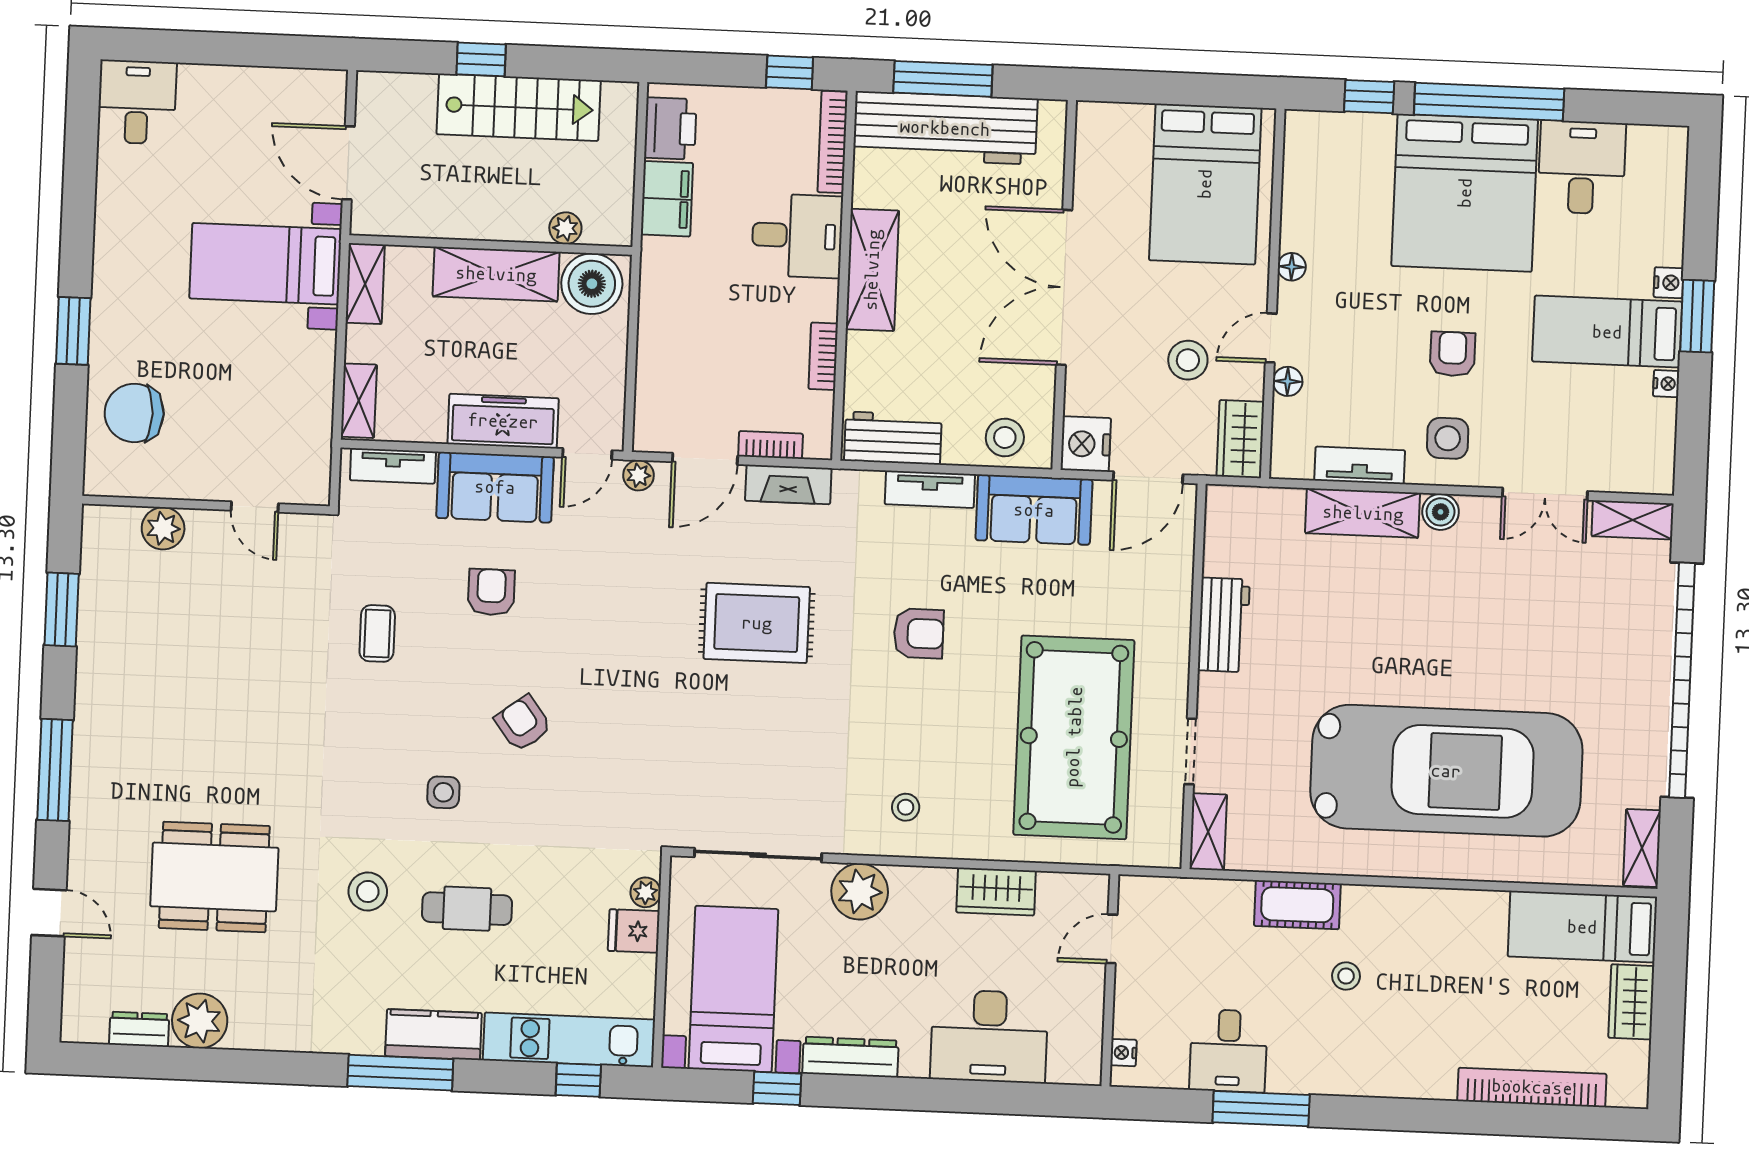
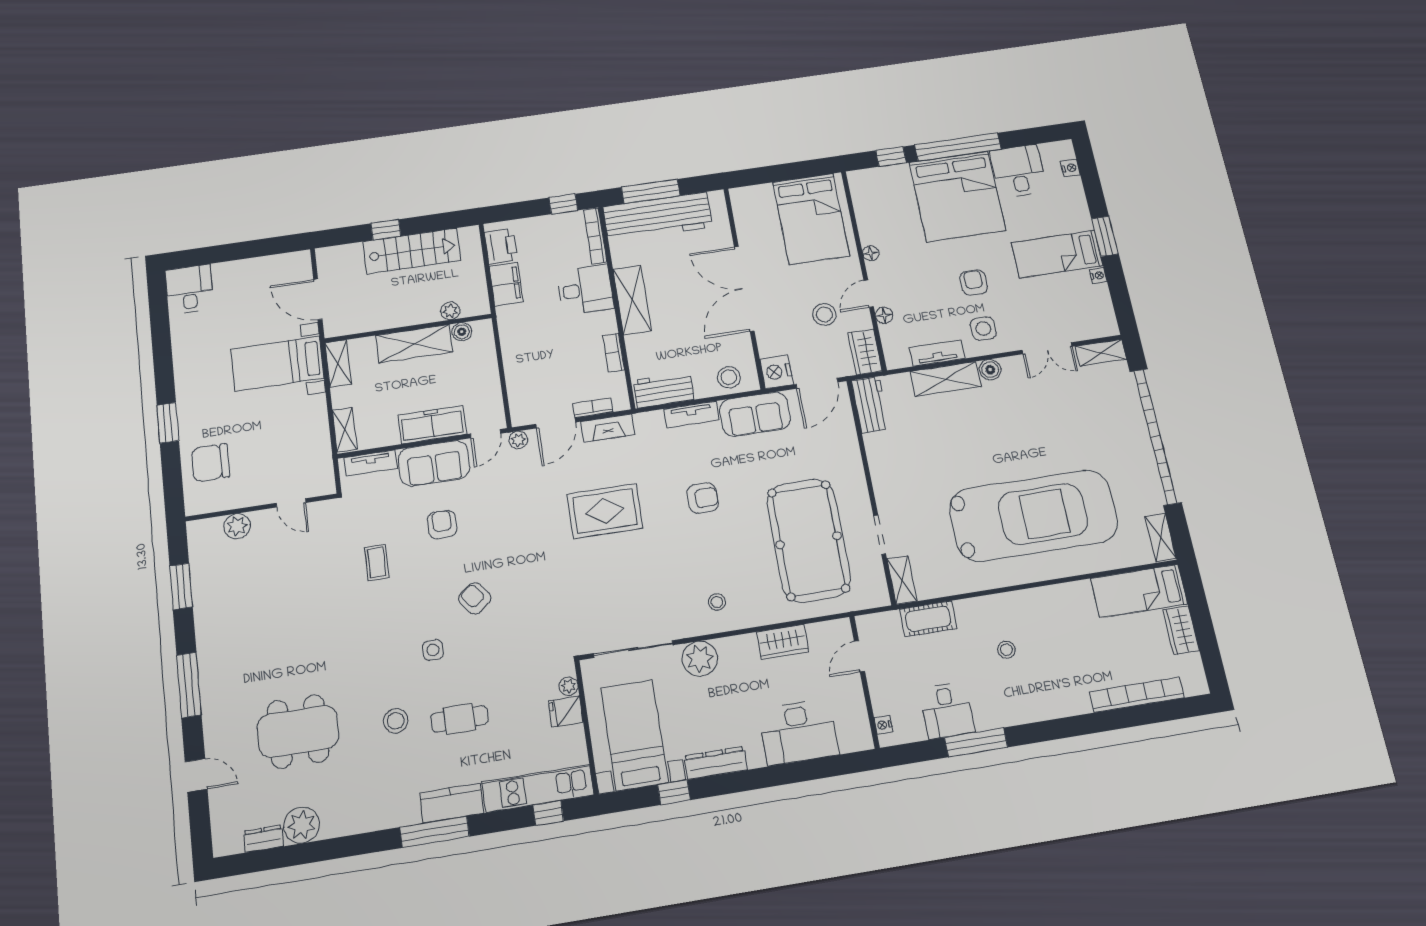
nightstand: (1669, 283) -> (1070, 168), moved
boiler: (592, 284) -> (462, 332), width x0.54, depth x0.54
workbench: (1224, 625) -> (870, 404), moved
cot: (1297, 905) -> (928, 619), moved

